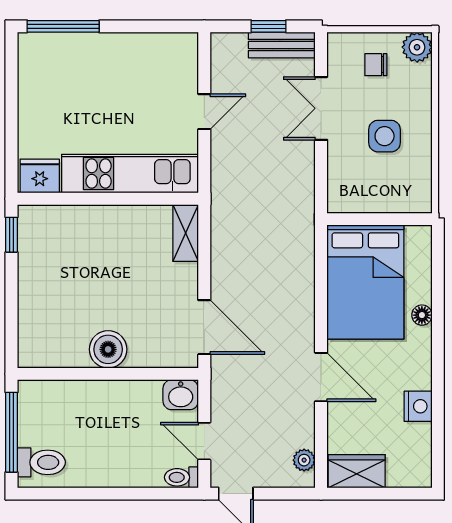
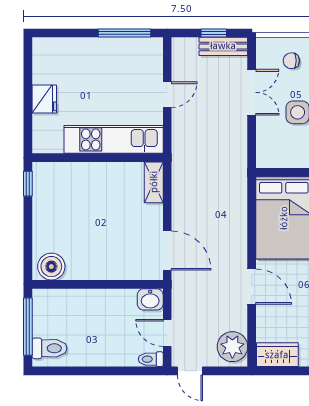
window: (63, 26) -> (124, 33), moved
double door: (321, 108) -> (252, 92), swing flipped
fridge: (40, 176) -> (44, 99), moved, turned 90
boiler: (108, 349) -> (51, 267), moved
plant: (304, 460) -> (232, 347), width x1.88, depth x1.88

